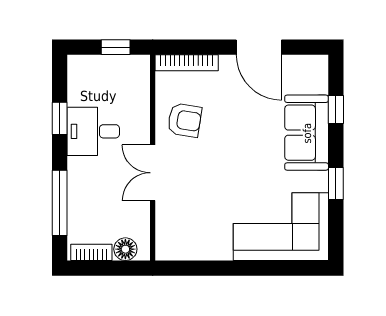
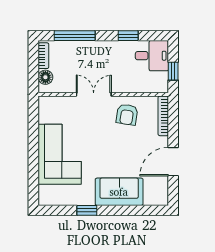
window: (336, 110) -> (134, 210), removed
desk: (93, 131) -> (152, 56), moved, turned 90
corner sofa: (281, 227) -> (60, 154), moved

